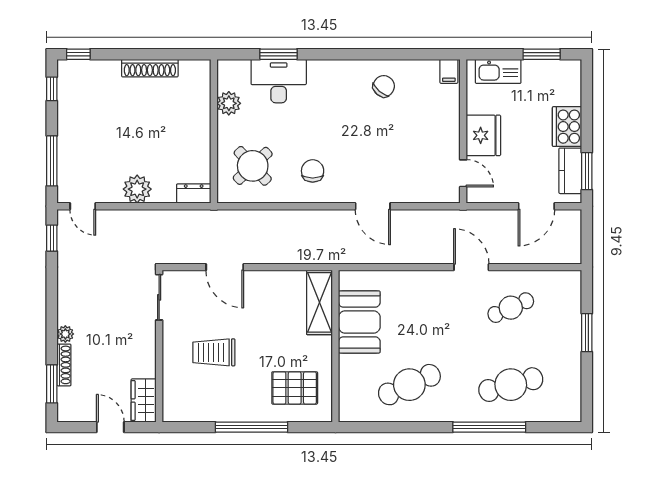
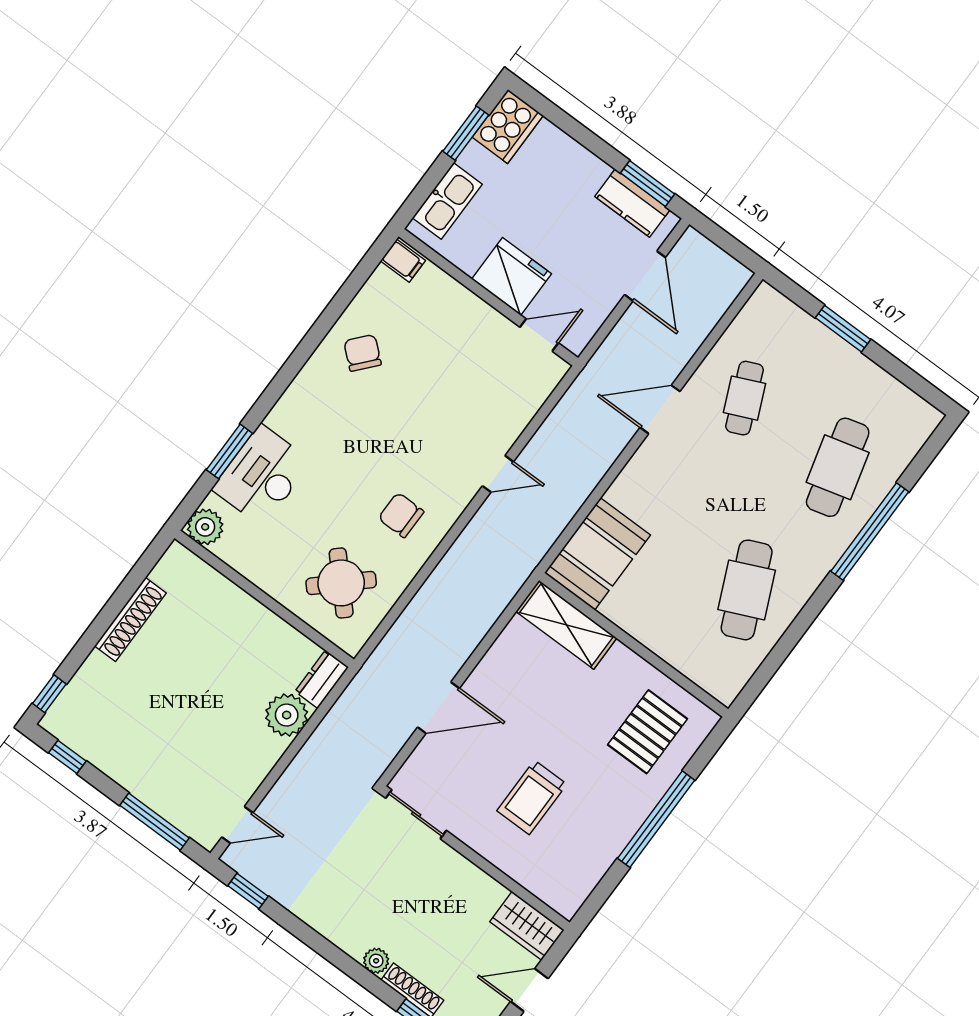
plant: (229, 103) -> (205, 527), moved
cooker: (567, 127) -> (508, 126), moved, turned -90
plant: (137, 189) -> (287, 715), moved
door: (373, 206) -> (498, 474), width x0.73
booth: (359, 322) -> (597, 554), moved, turned 90

